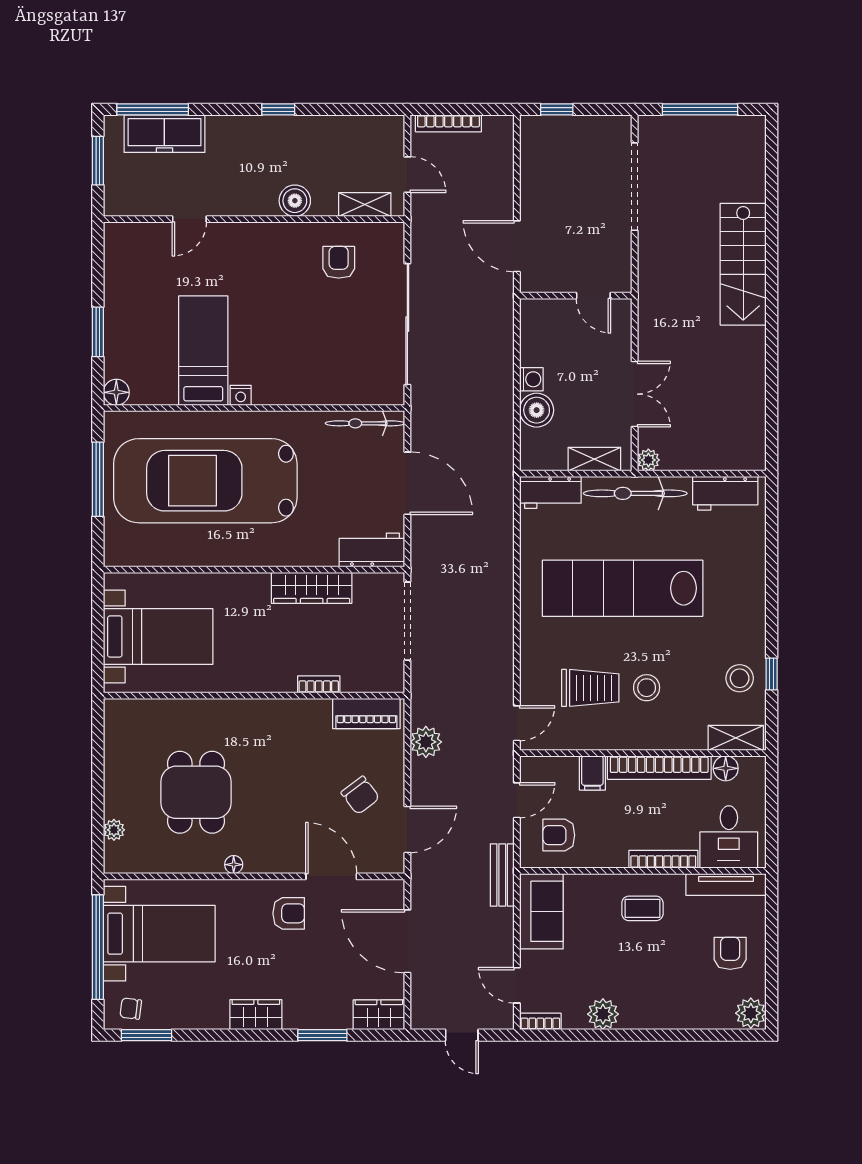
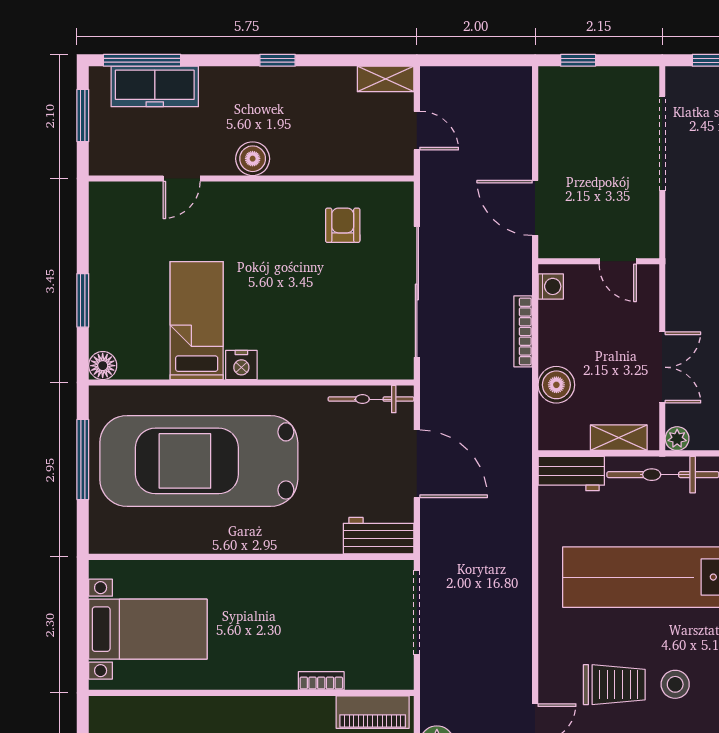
bookcase: (448, 123) -> (523, 331), moved, turned 90
boiler: (295, 201) -> (253, 159), moved
shelving: (365, 204) -> (386, 79), moved
washing machine: (531, 379) -> (551, 286), moved
nightstand: (241, 395) -> (241, 365), width x1.39, depth x1.35
wardrobe: (312, 588) -> (314, 577), removed

